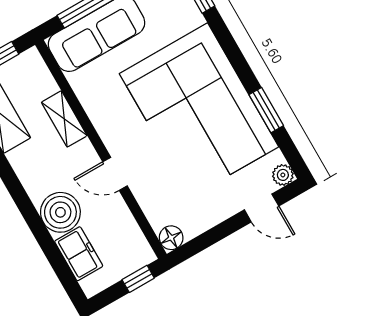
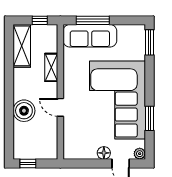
floor lamp: (171, 238) -> (104, 153), moved
freezer: (79, 254) -> (21, 135), removed
window: (138, 279) -> (28, 163), moved

